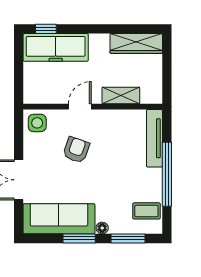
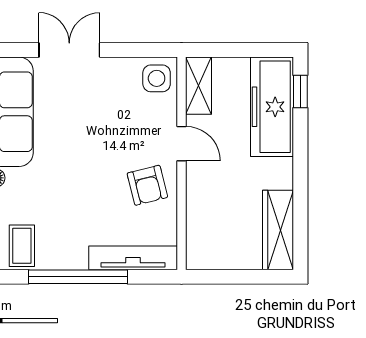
shelving: (121, 95) -> (199, 86), moved
armchair: (76, 150) -> (147, 185), moved, turned 57

